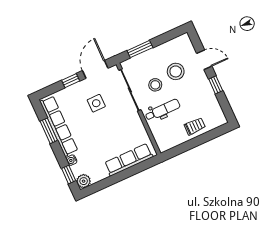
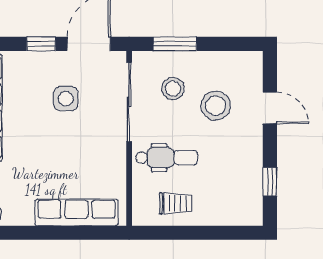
stool: (155, 85) -> (173, 89), moved
window: (216, 85) -> (270, 182), moved
trolley: (195, 126) -> (176, 203), moved

